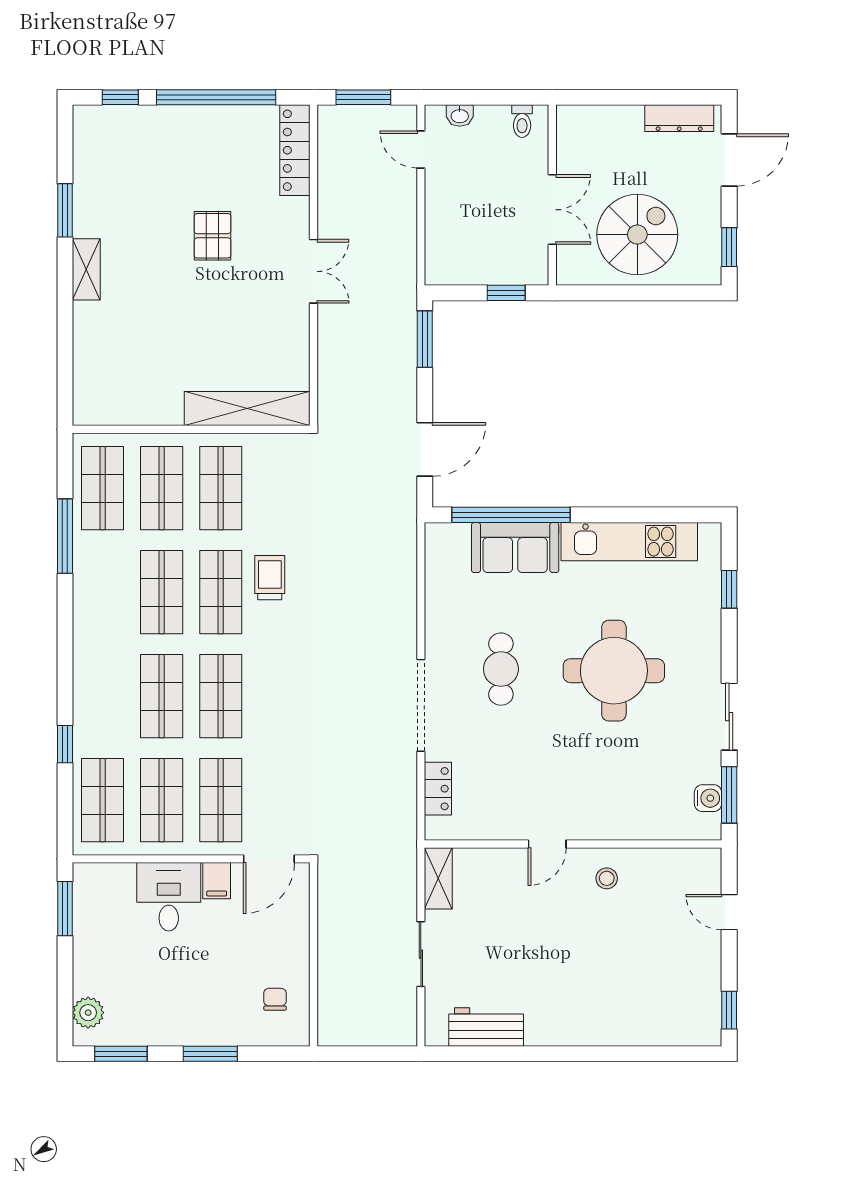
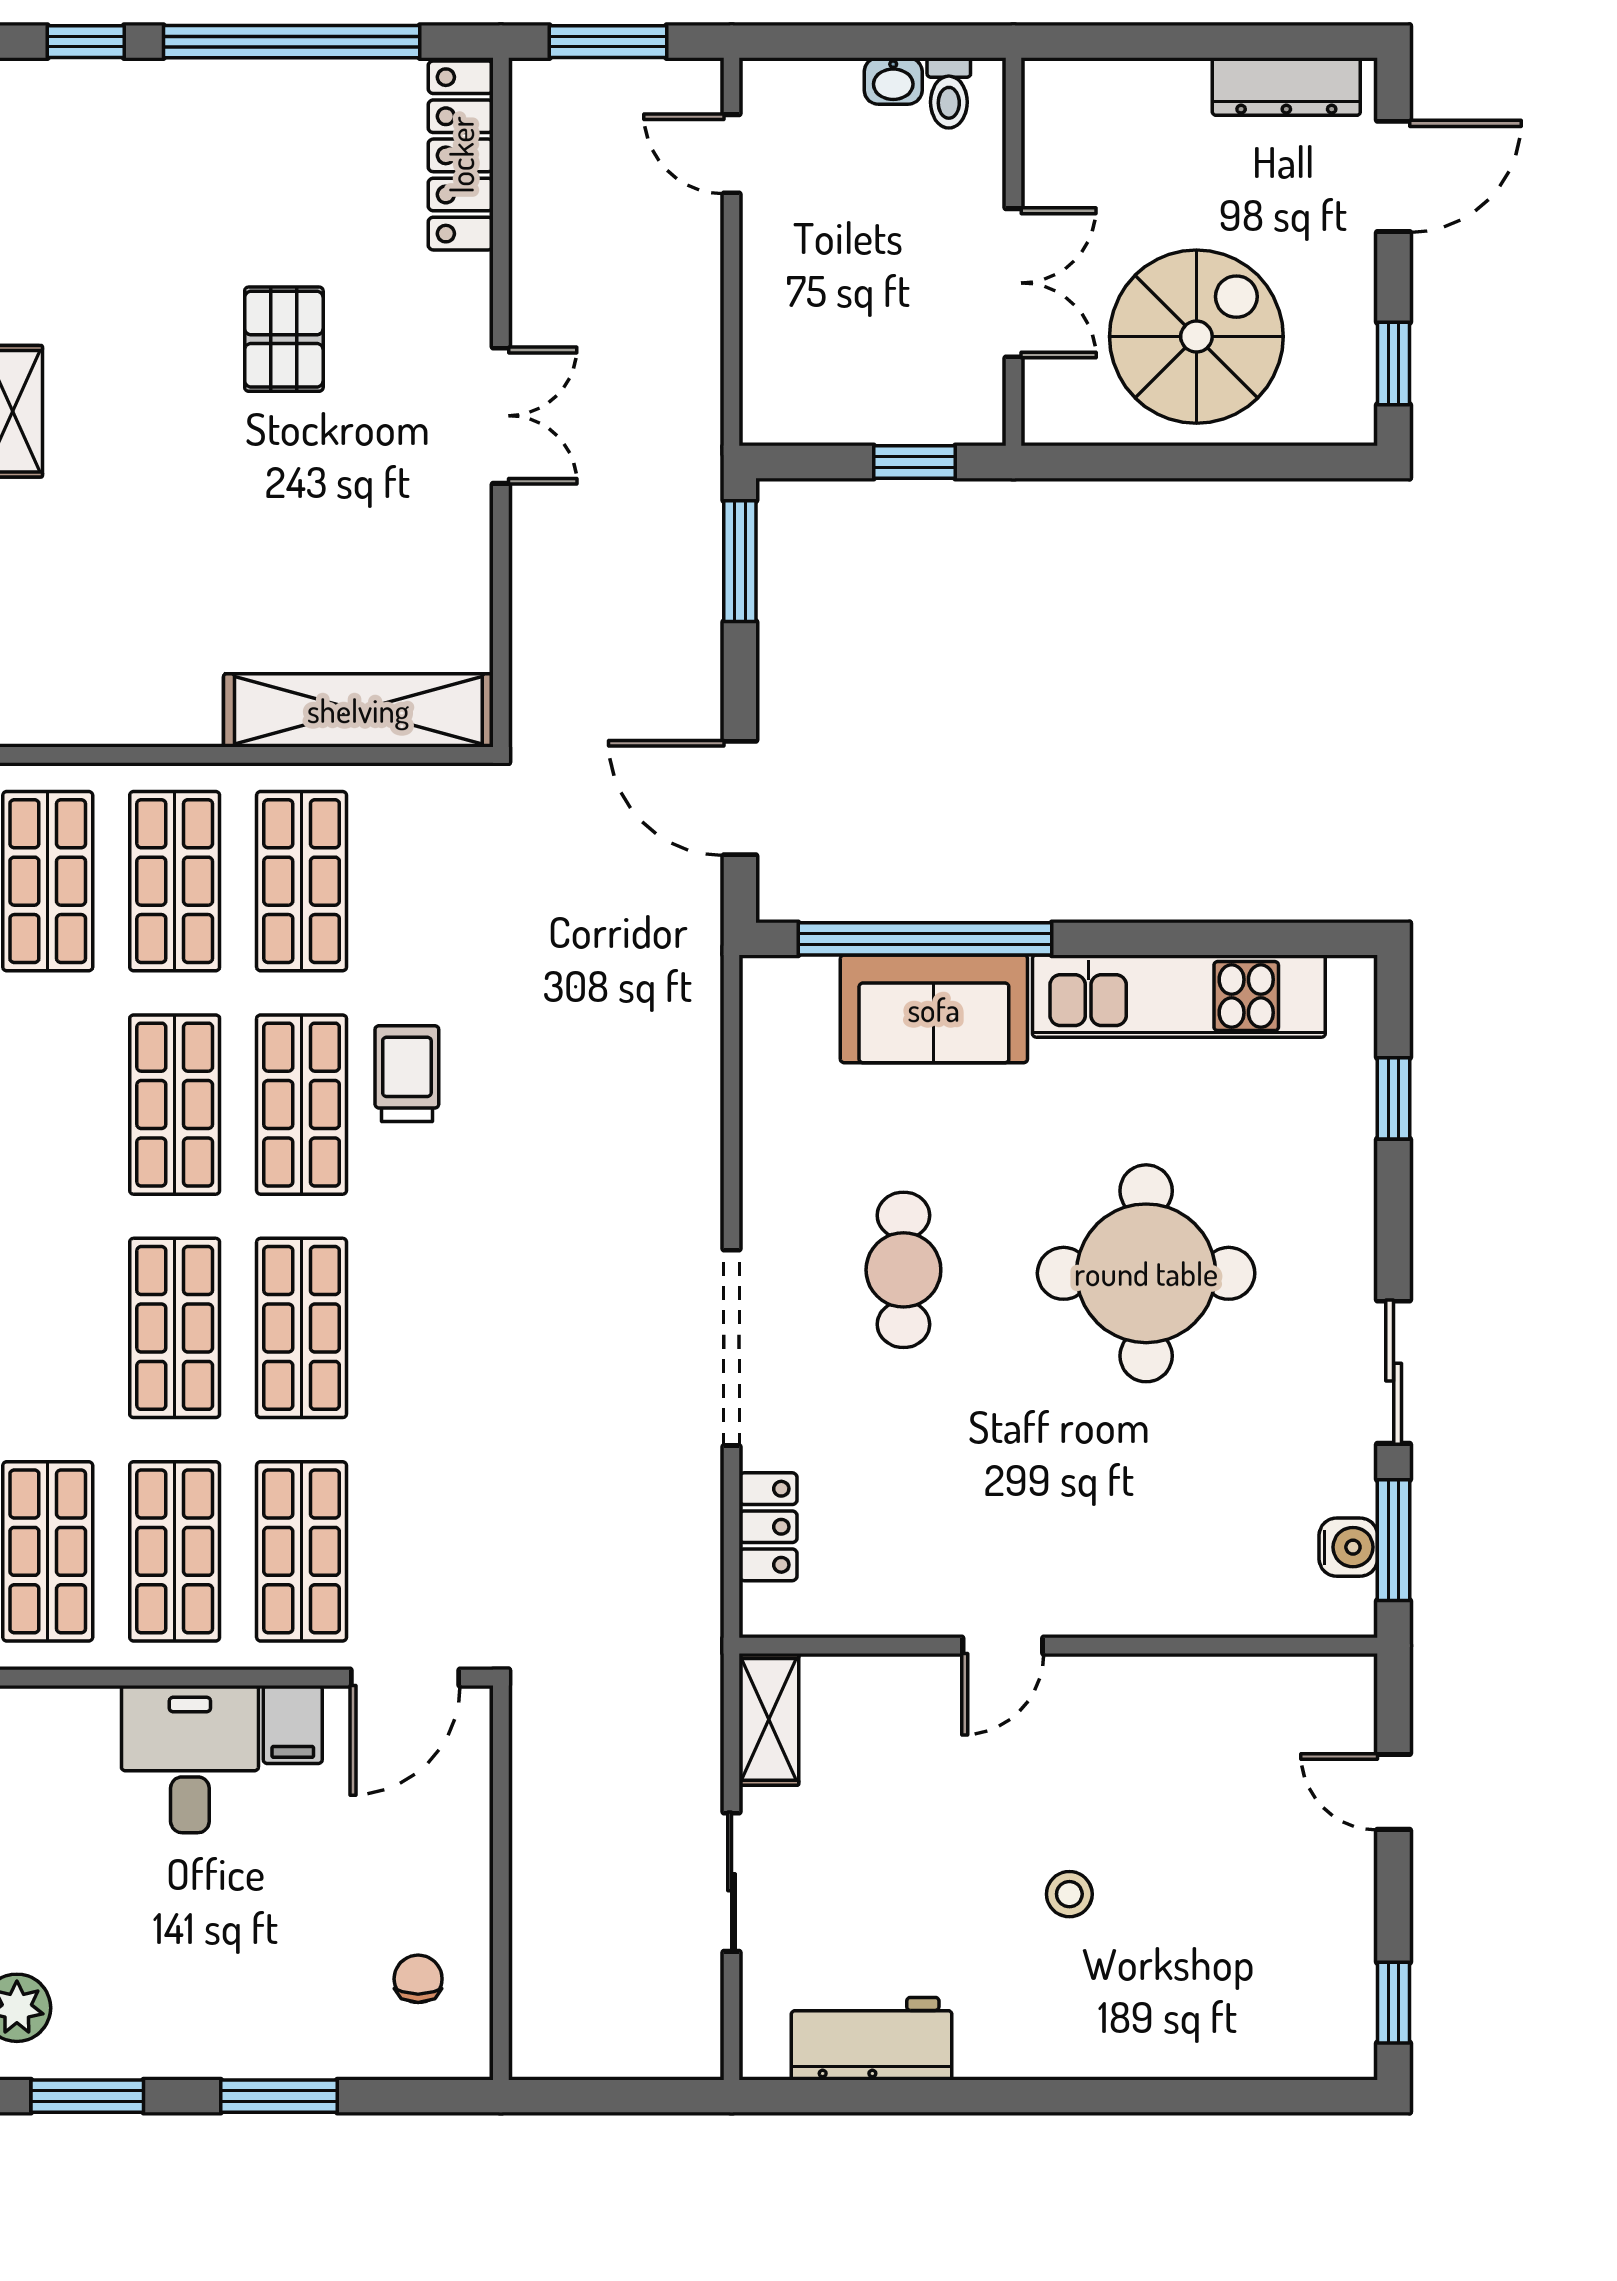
washbasin: (460, 116) -> (893, 81), moved
door: (425, 449) -> (740, 798), swing flipped
stool: (607, 878) -> (1069, 1894), moved

